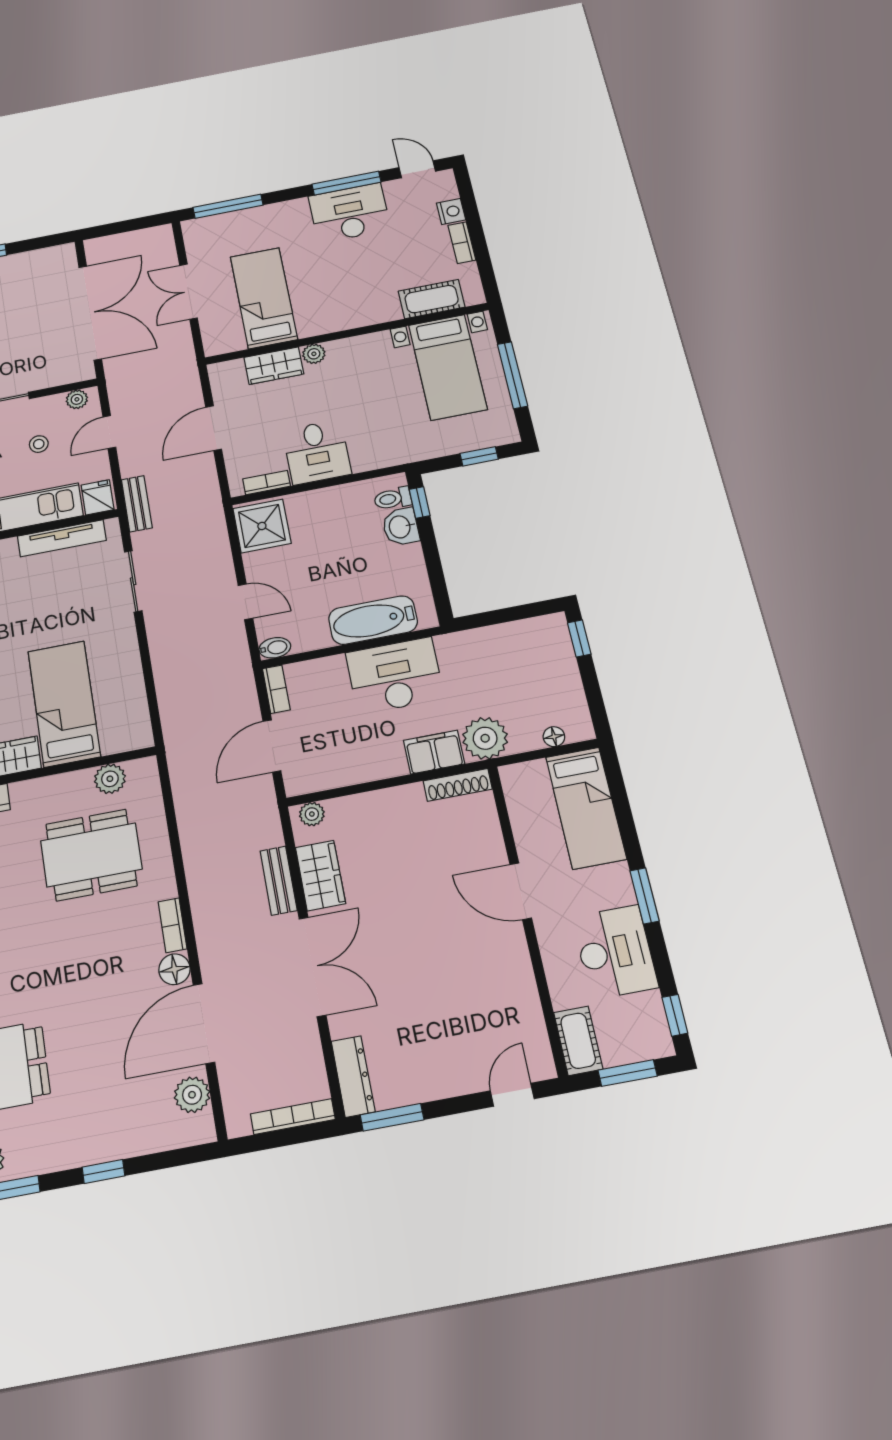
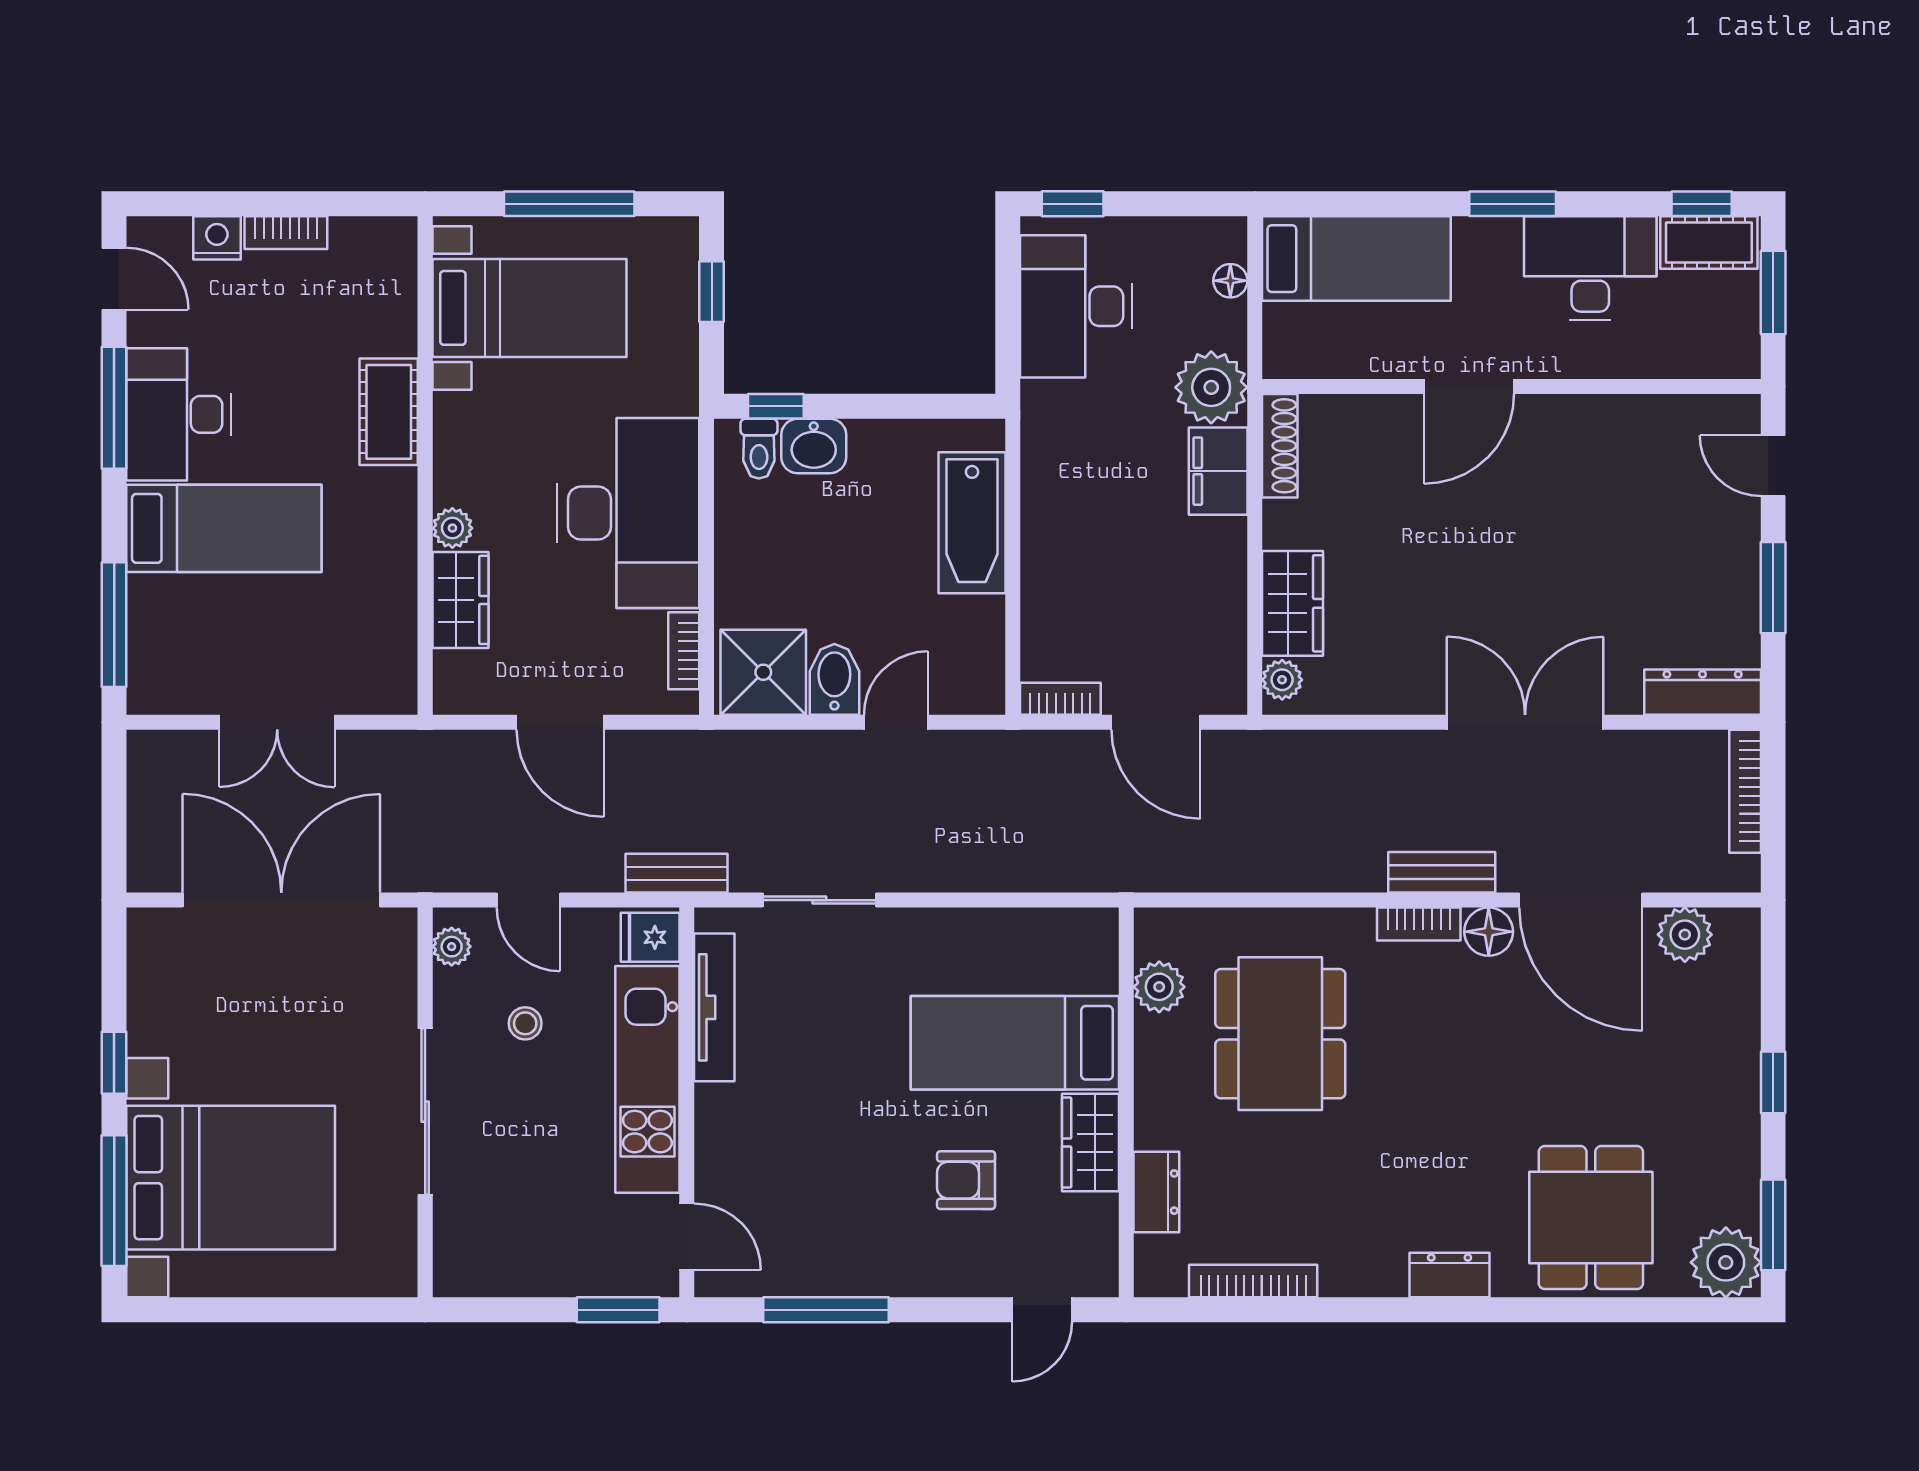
door: (417, 169) -> (114, 279), swing flipped
bed: (264, 298) -> (224, 528), moved, turned 180
cot: (432, 299) -> (389, 412), moved
desk: (317, 452) -> (628, 513), width x1.87, depth x1.30
bidet: (275, 648) -> (834, 679), moved, width x1.38, depth x1.36
desk: (395, 676) -> (1076, 306), moved
wardrobe: (320, 876) -> (1293, 603), moved, turned 90
bench: (279, 881) -> (1442, 872), moved
cot: (578, 1041) -> (1709, 242), moved
window: (392, 1117) -> (1773, 588), moved

